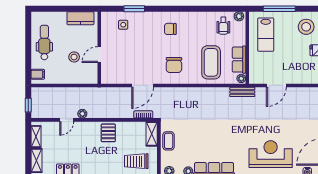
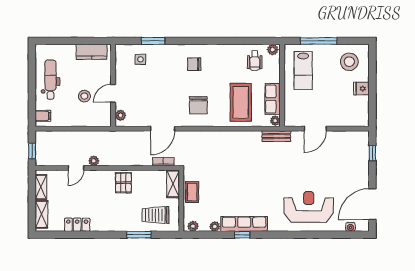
plant: (106, 74) -> (120, 115), added

